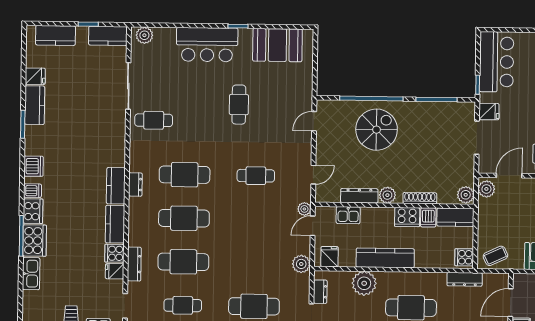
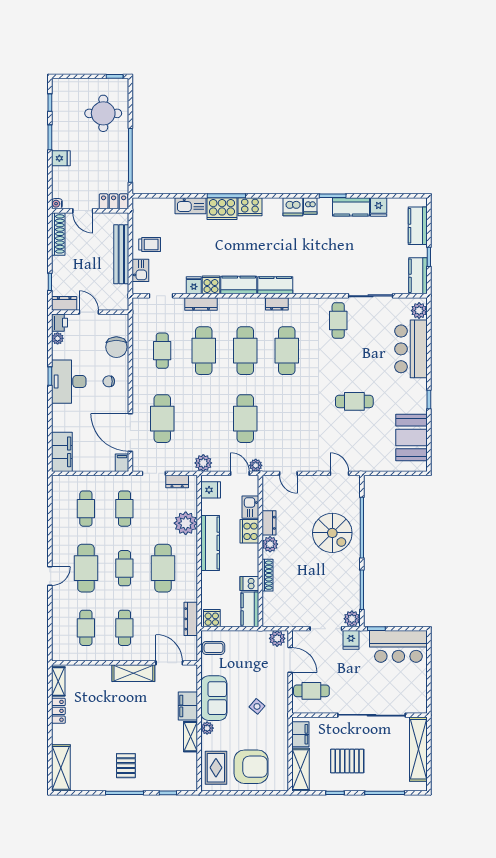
bar counter: (207, 45) -> (411, 349), moved
cafe table: (256, 176) -> (245, 419), moved, width x1.37, depth x1.35
dishwasher: (33, 191) -> (310, 206), moved
plant: (466, 195) -> (352, 619), moved
dresser: (359, 196) -> (269, 523), width x0.70
cooker: (407, 217) -> (249, 531), moved
coffee table: (495, 256) -> (214, 648), turned -65

